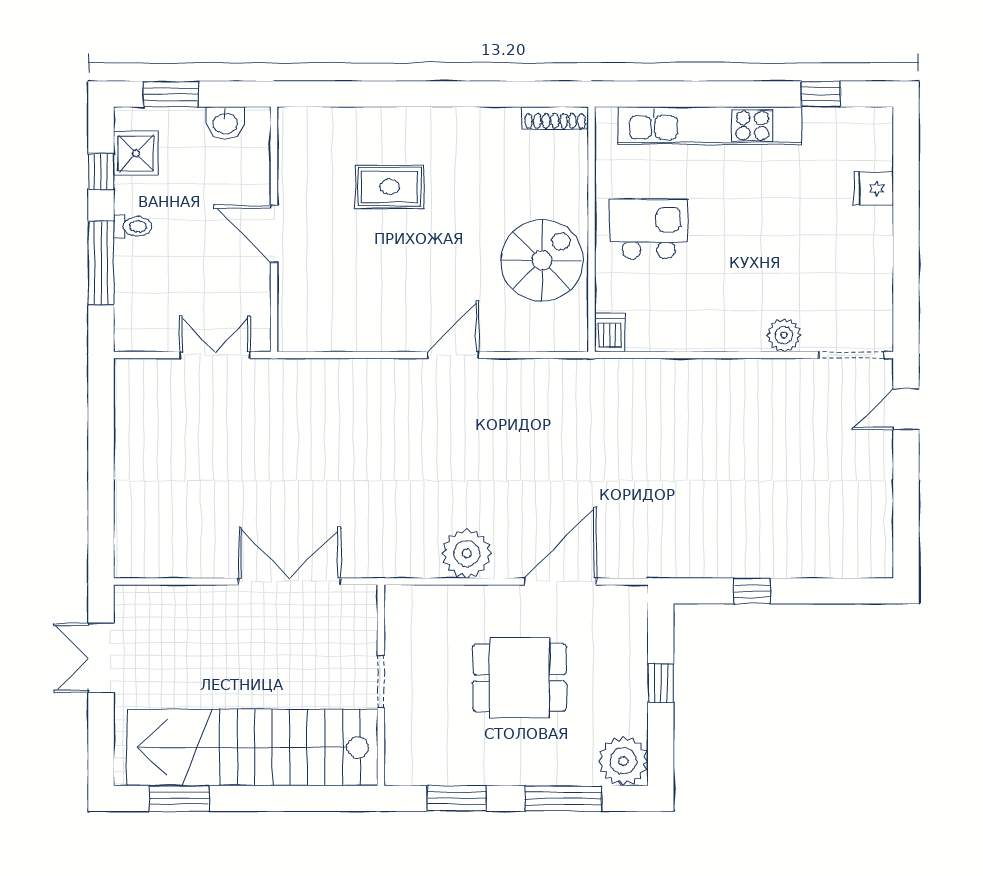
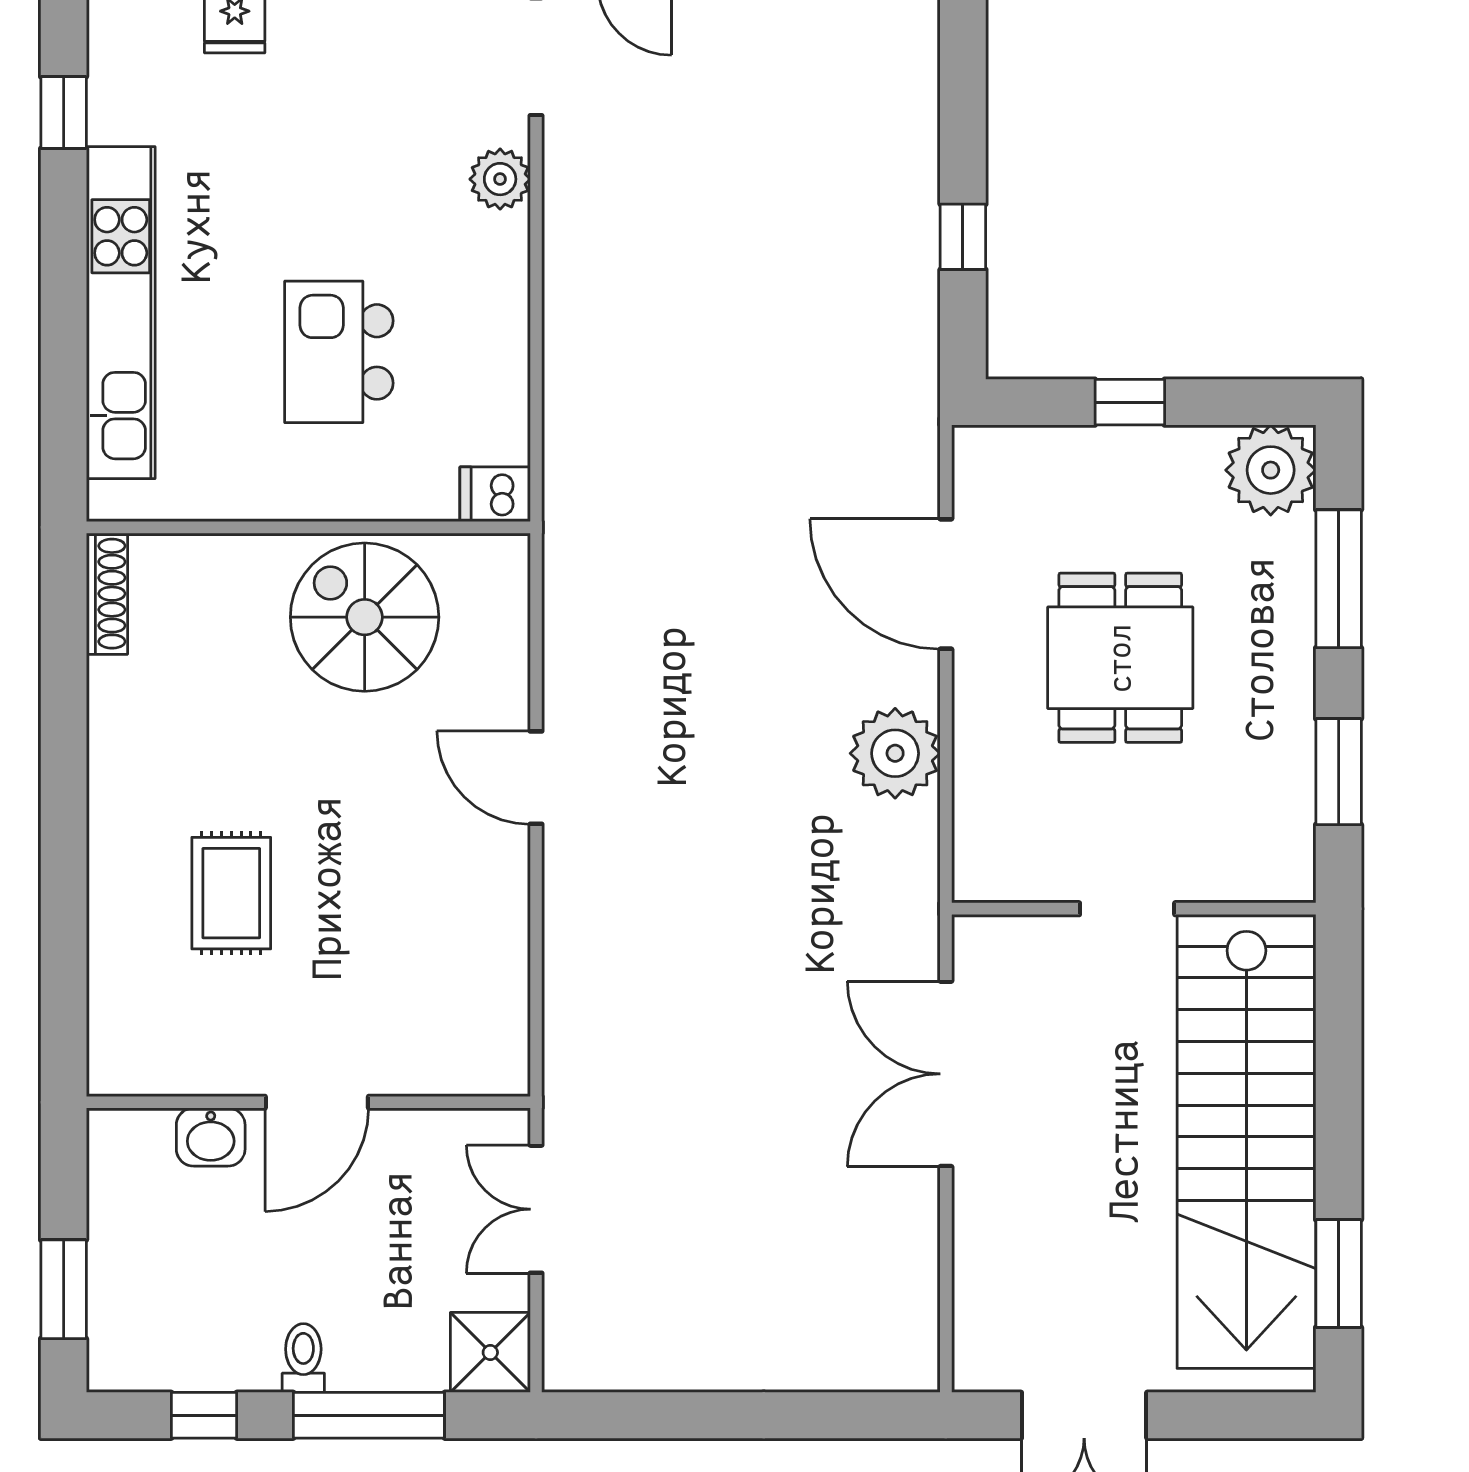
washbasin: (225, 123) -> (211, 1137), moved, turned 90
shower: (136, 153) -> (490, 1352), moved
kitchen island: (649, 229) -> (339, 352), moved

